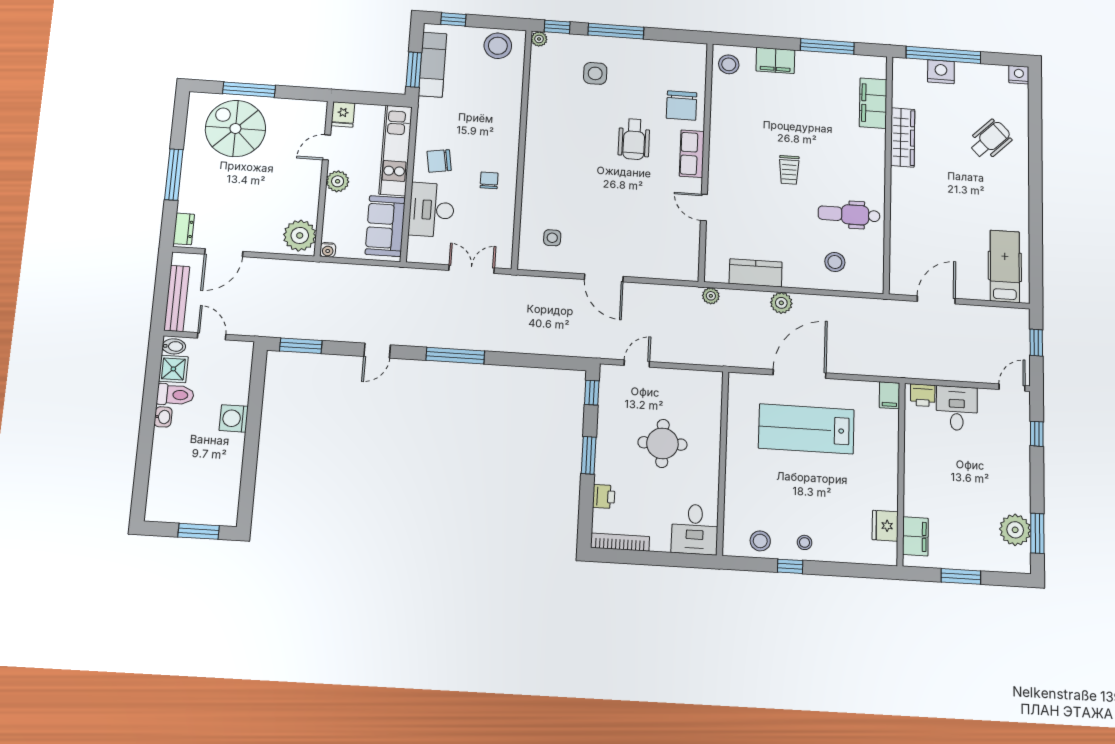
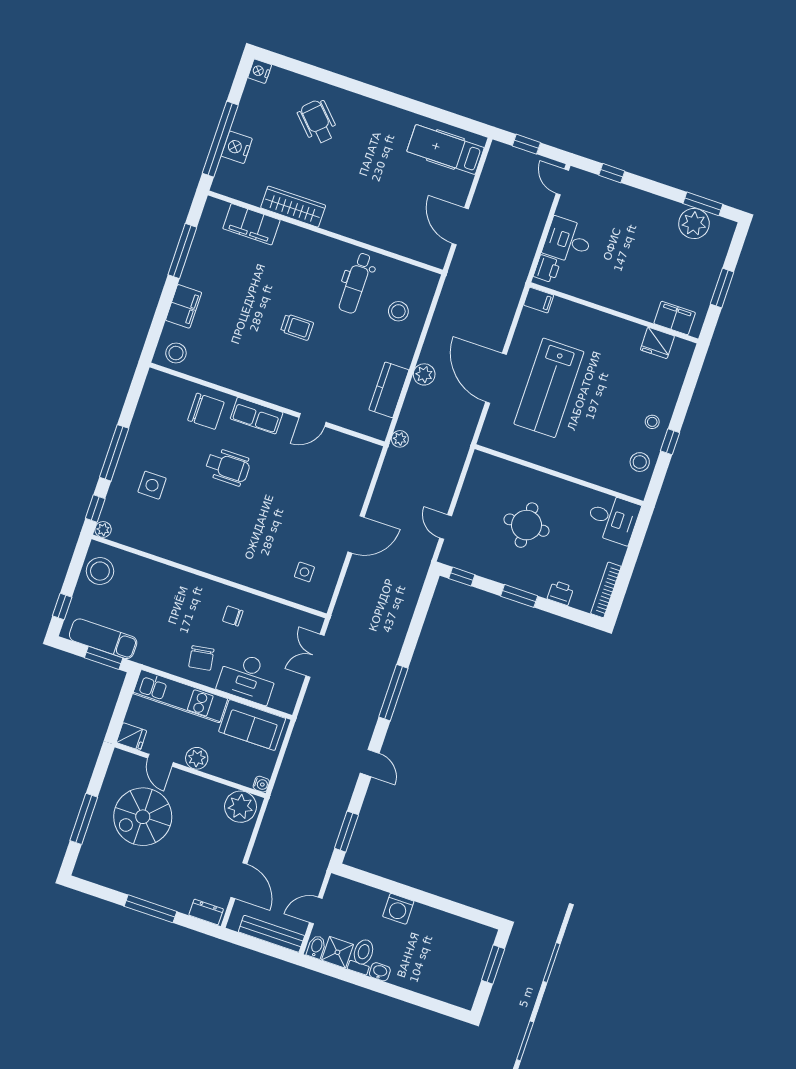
spiral stairs: (235, 129) -> (143, 817), moved

